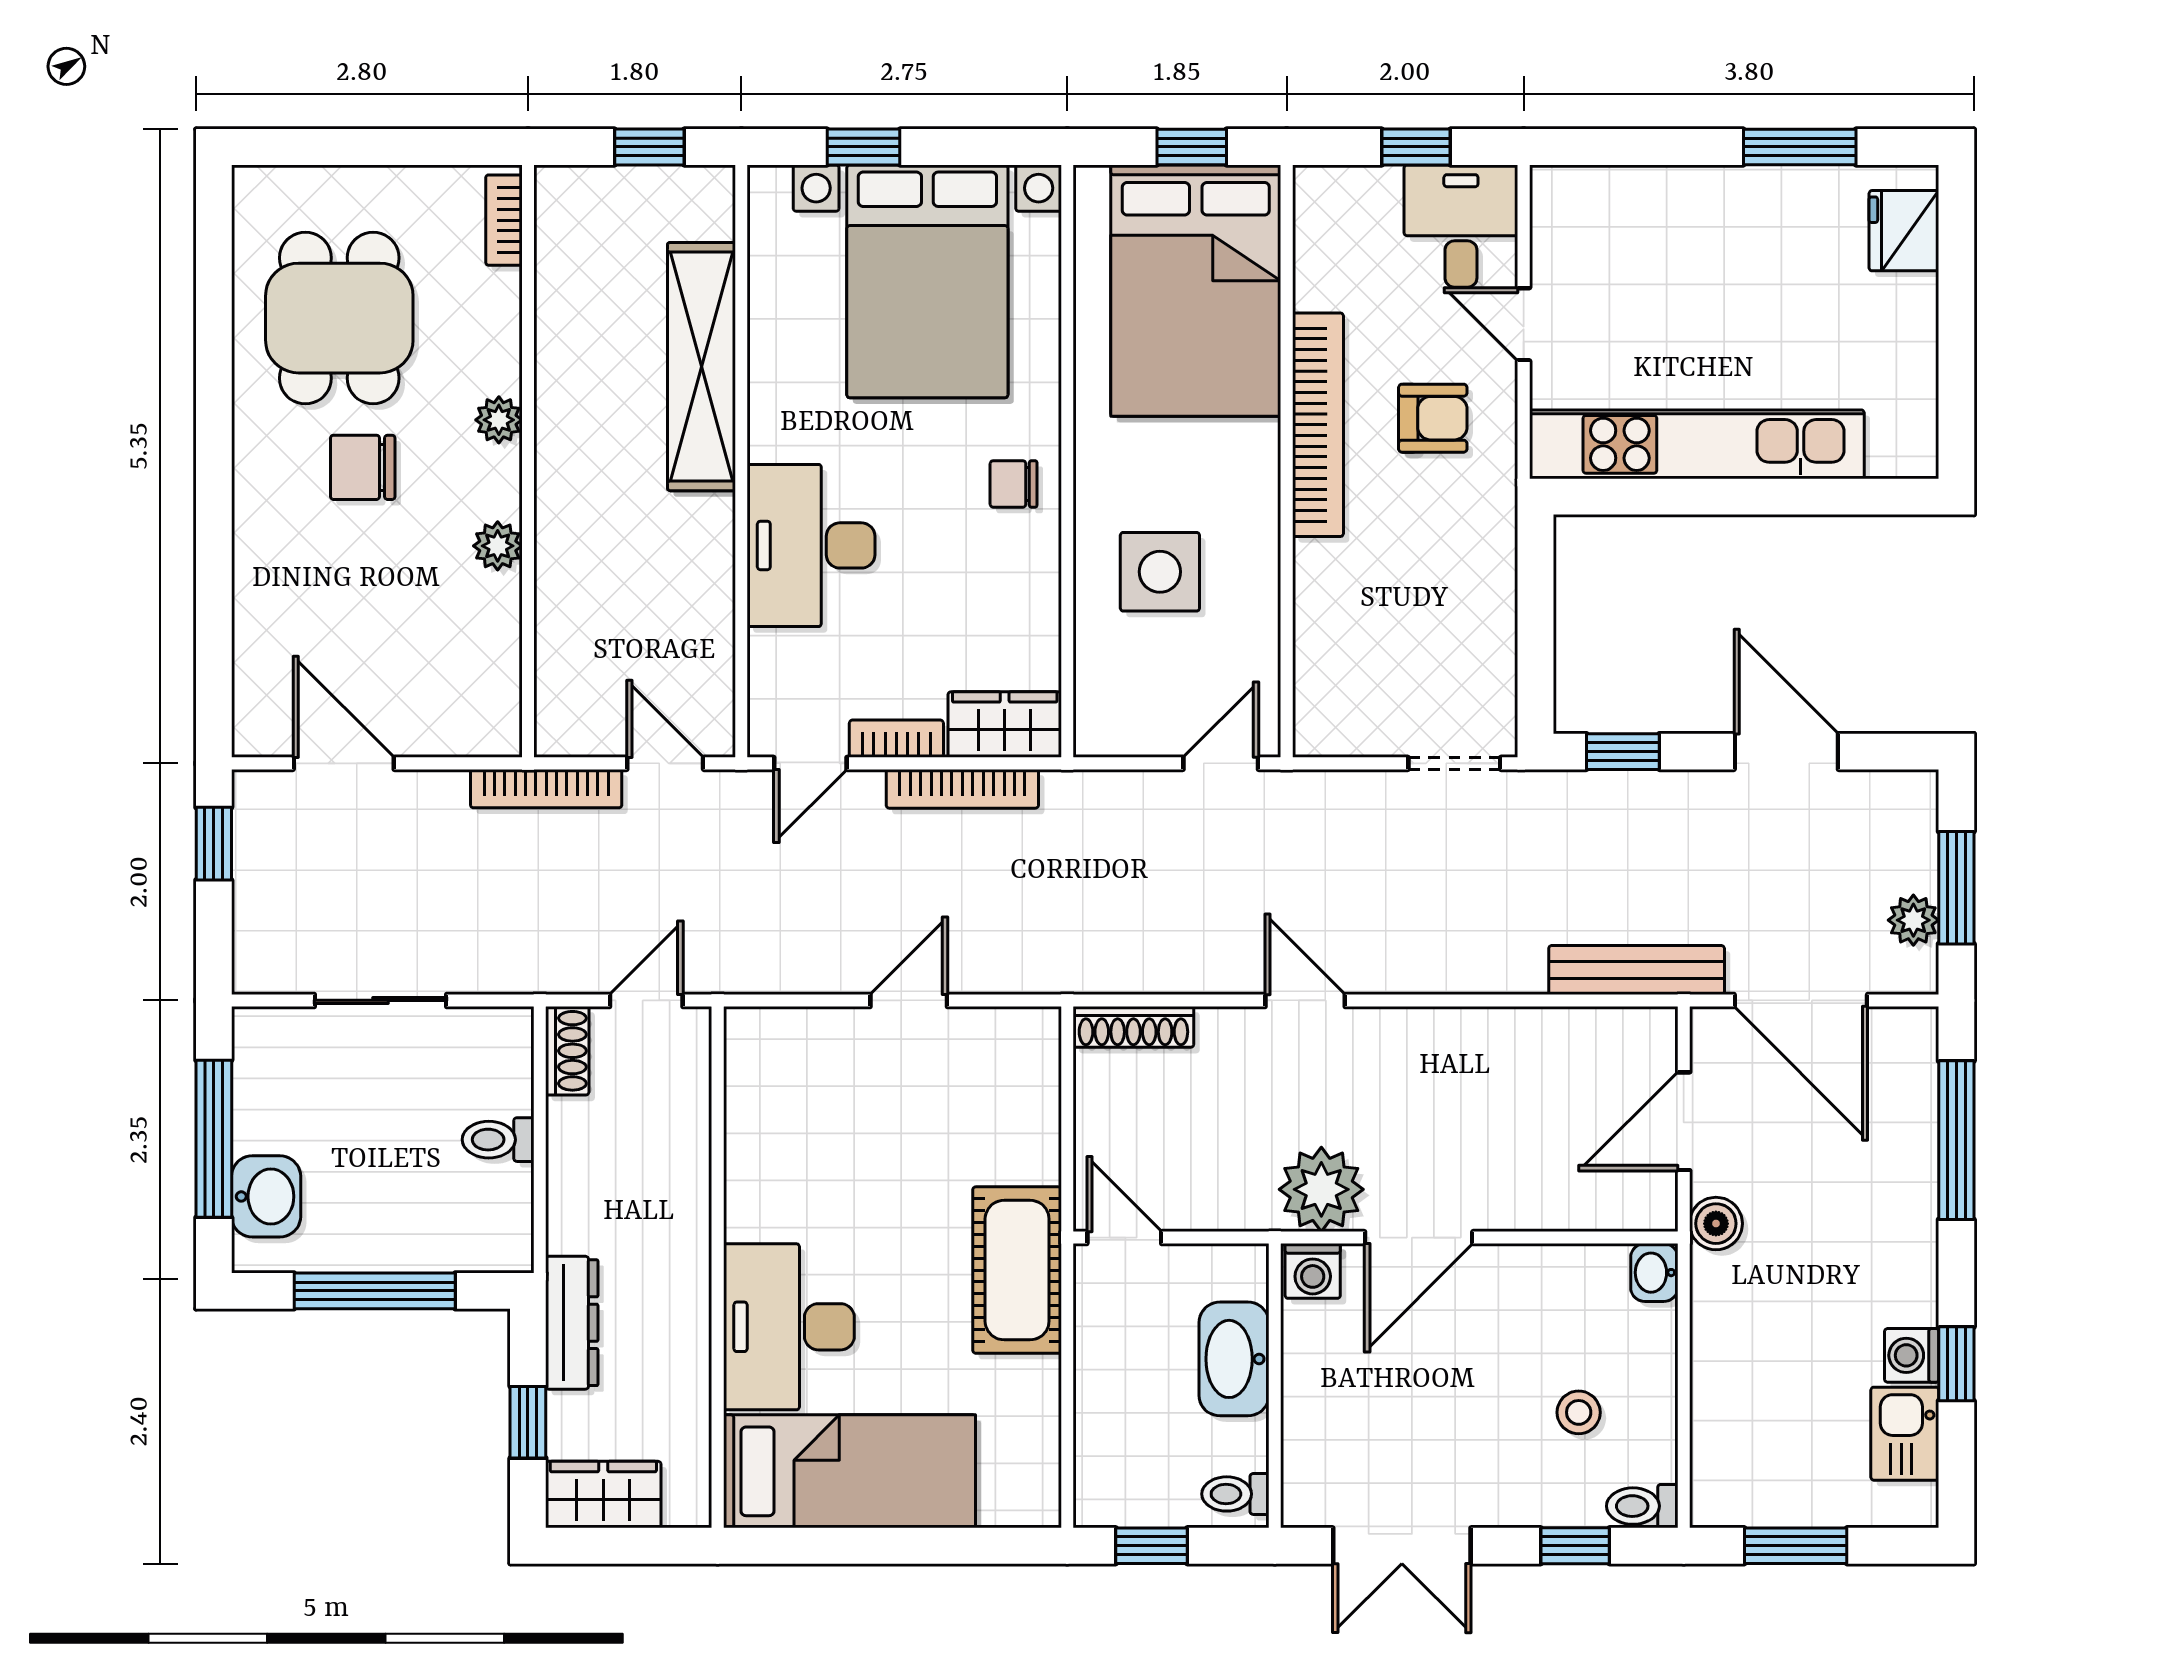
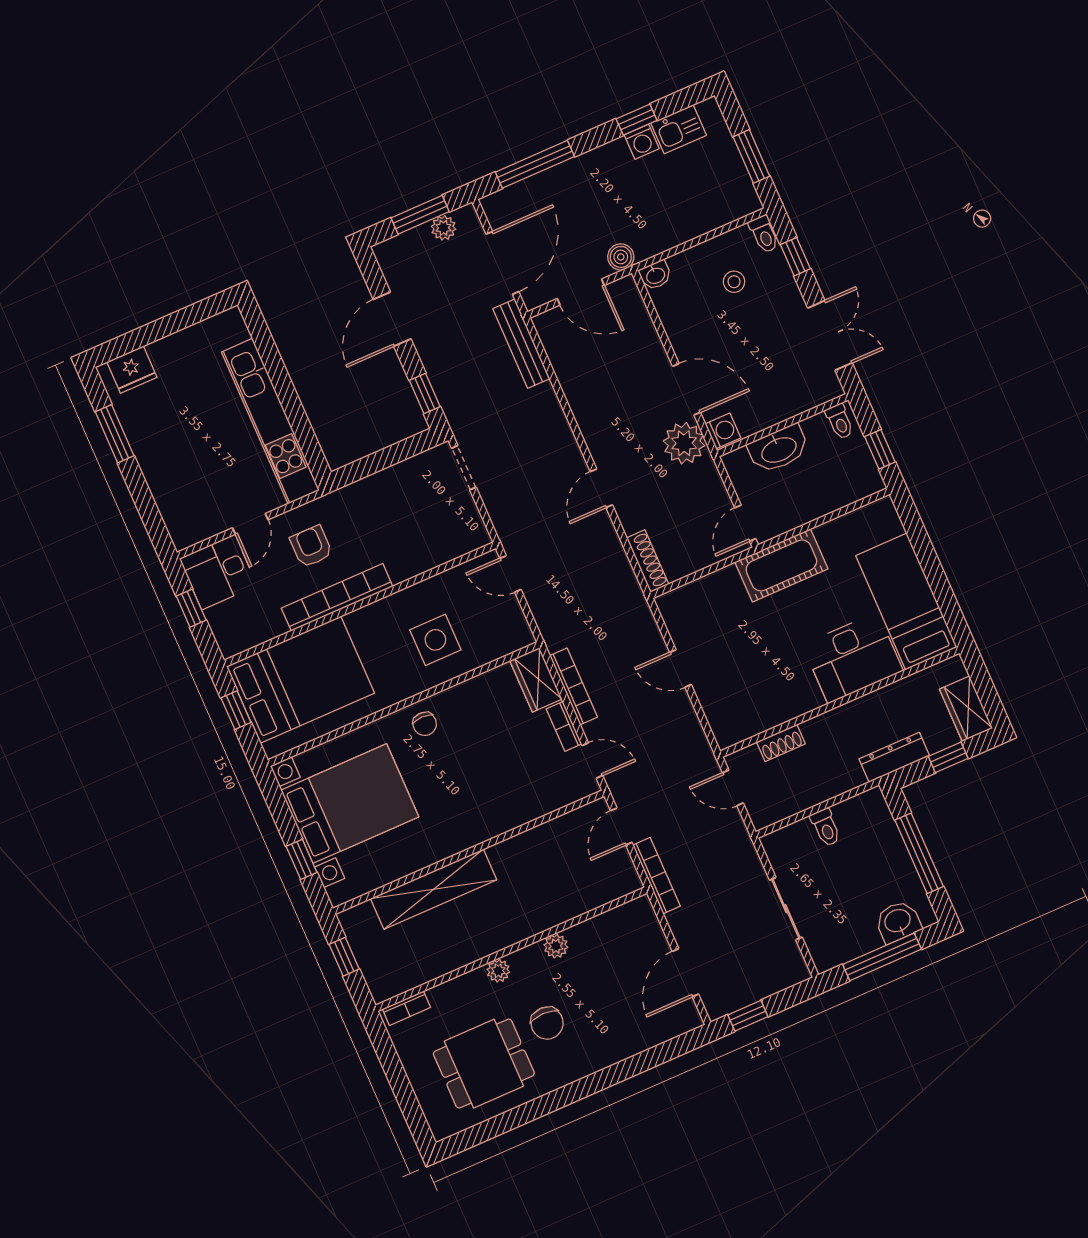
desk: (811, 545) -> (493, 804), removed
shoe rack: (567, 1051) -> (781, 743), moved, turned 180

